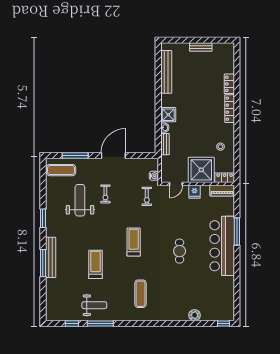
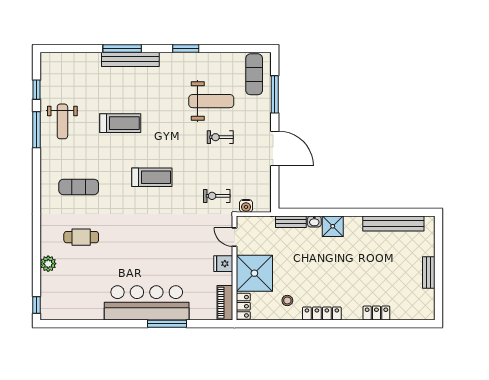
locker: (230, 109) -> (322, 313), moved
cafe table: (180, 251) -> (81, 237), moved

